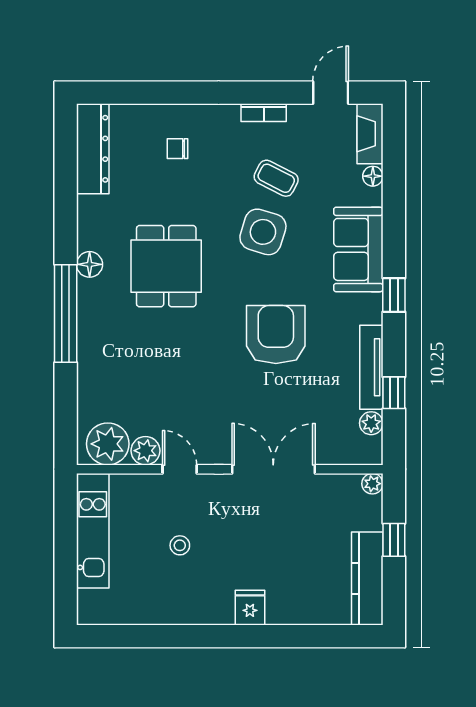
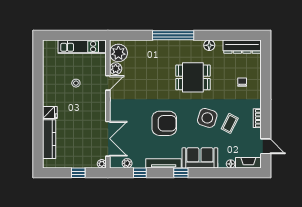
floor lamp: (90, 264) -> (209, 45), moved
tv unit: (371, 367) -> (164, 163), moved
double door: (273, 469) -> (108, 139), moved
kitchen counter: (367, 578) -> (49, 139), moved, turned 90

